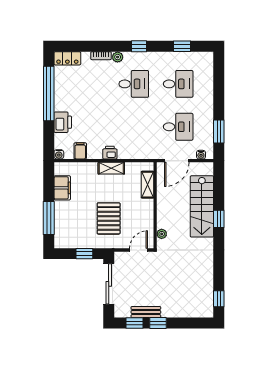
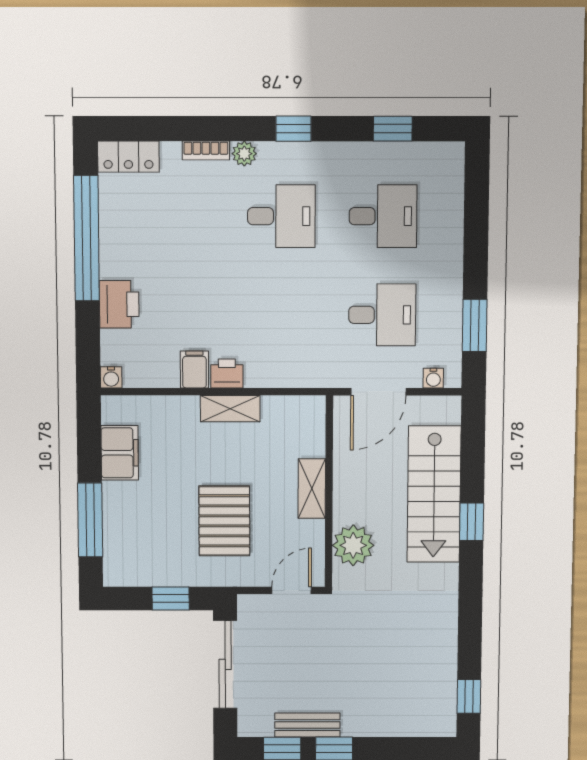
filing cabinet: (80, 151) -> (194, 369), moved
shelving: (147, 185) -> (312, 489), moved
plant: (162, 234) -> (353, 545), width x1.88, depth x1.88

